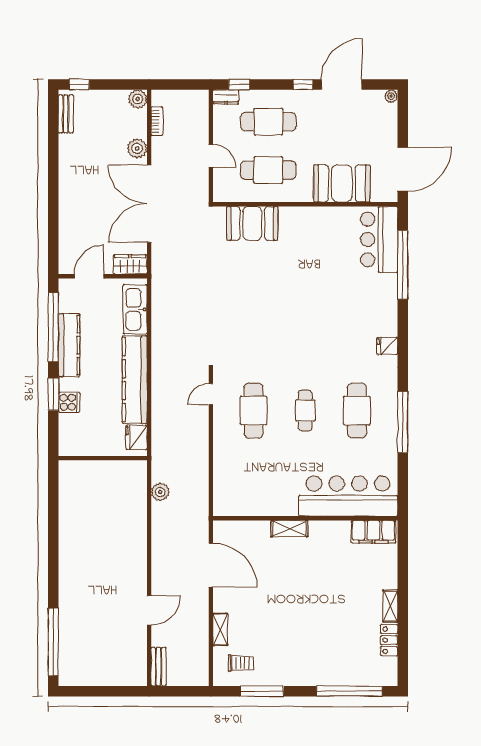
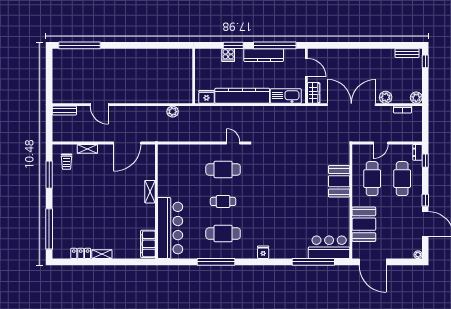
booth: (252, 223) -> (339, 181), moved

